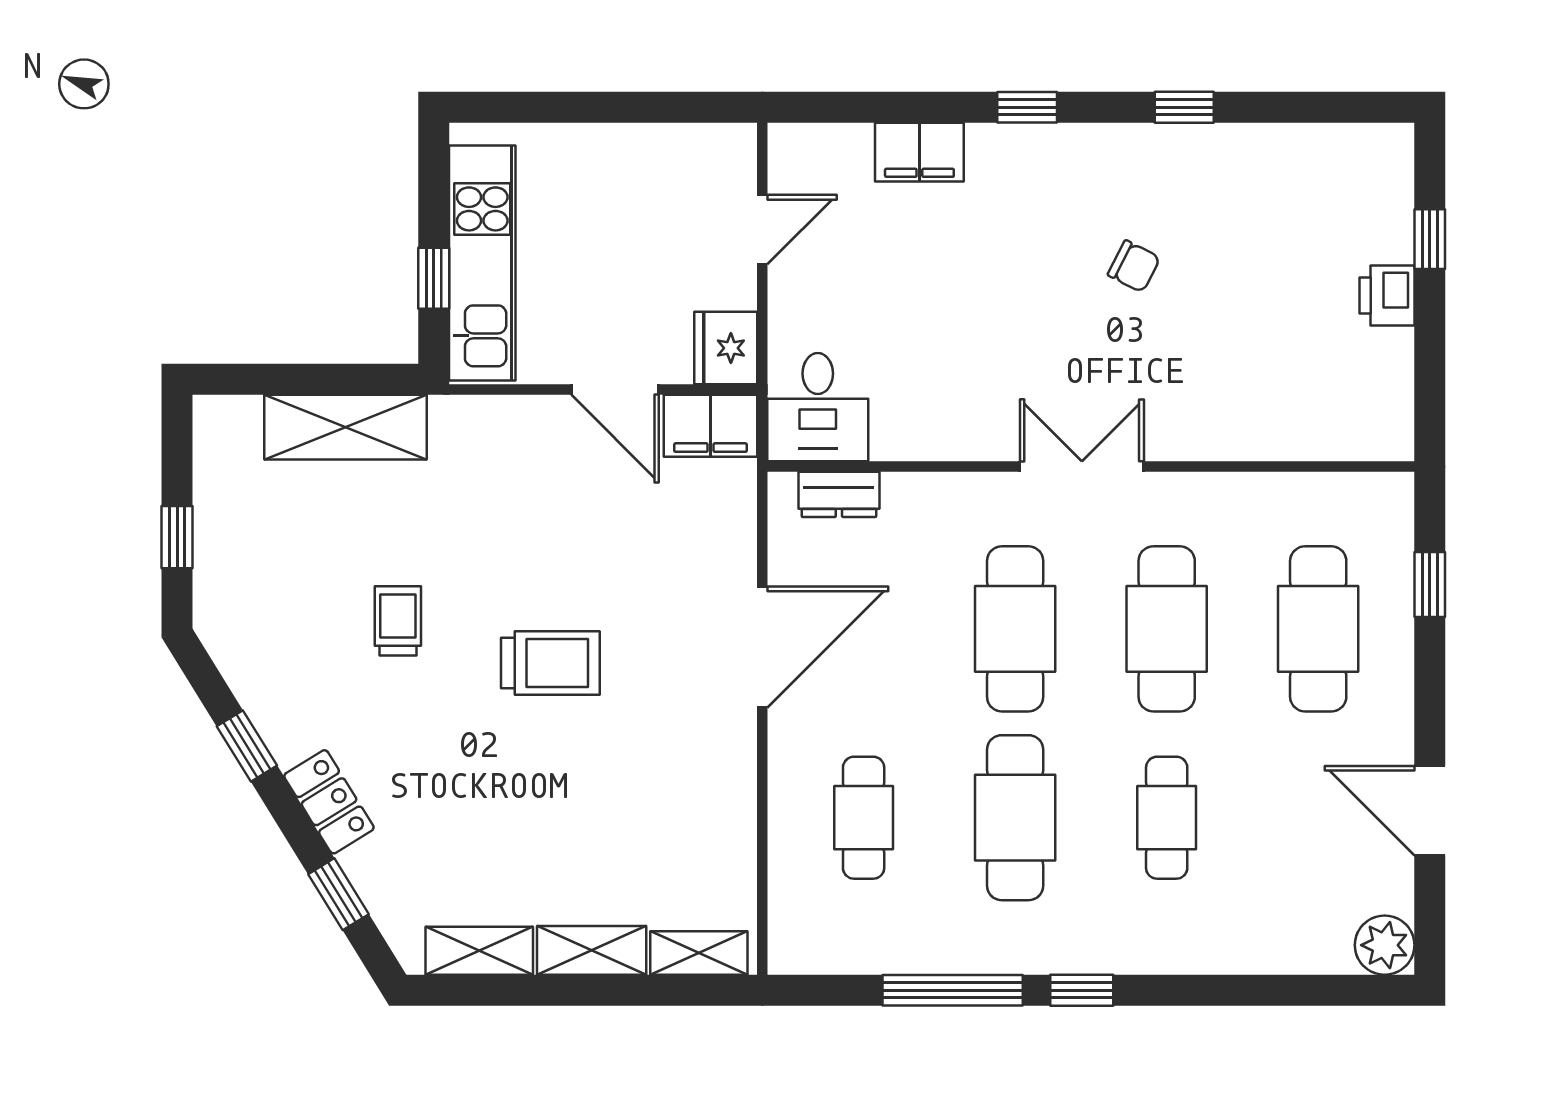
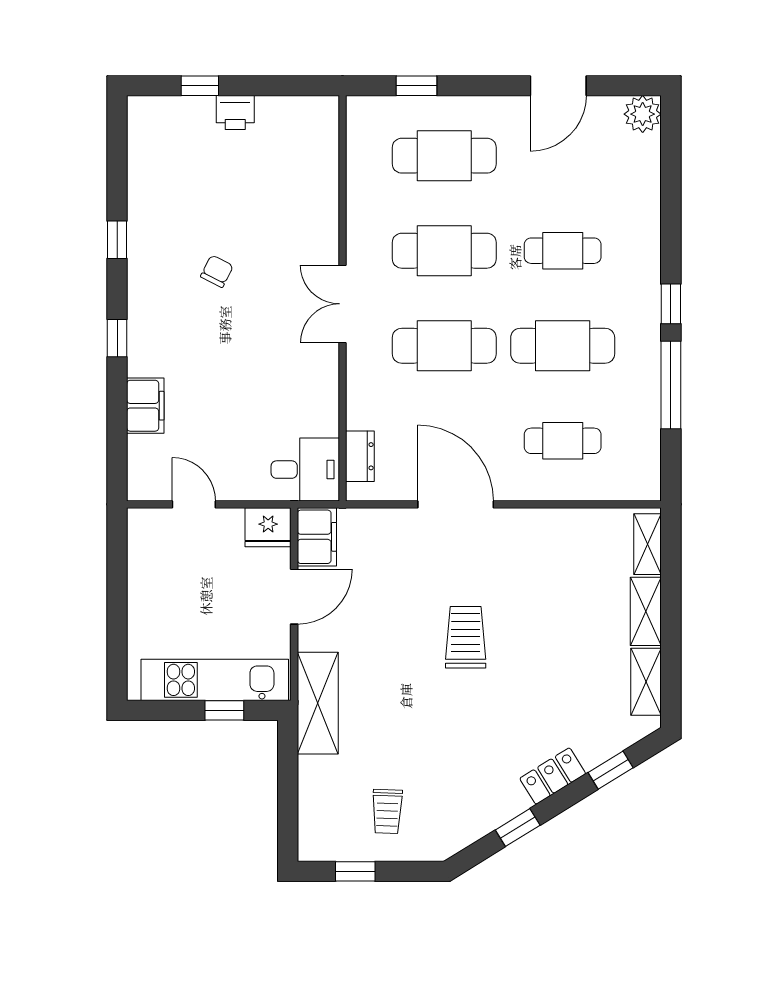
shelving: (346, 427) -> (318, 703), moved
window: (177, 537) -> (355, 871), moved
trolley: (398, 621) -> (387, 811), moved, turned -88

